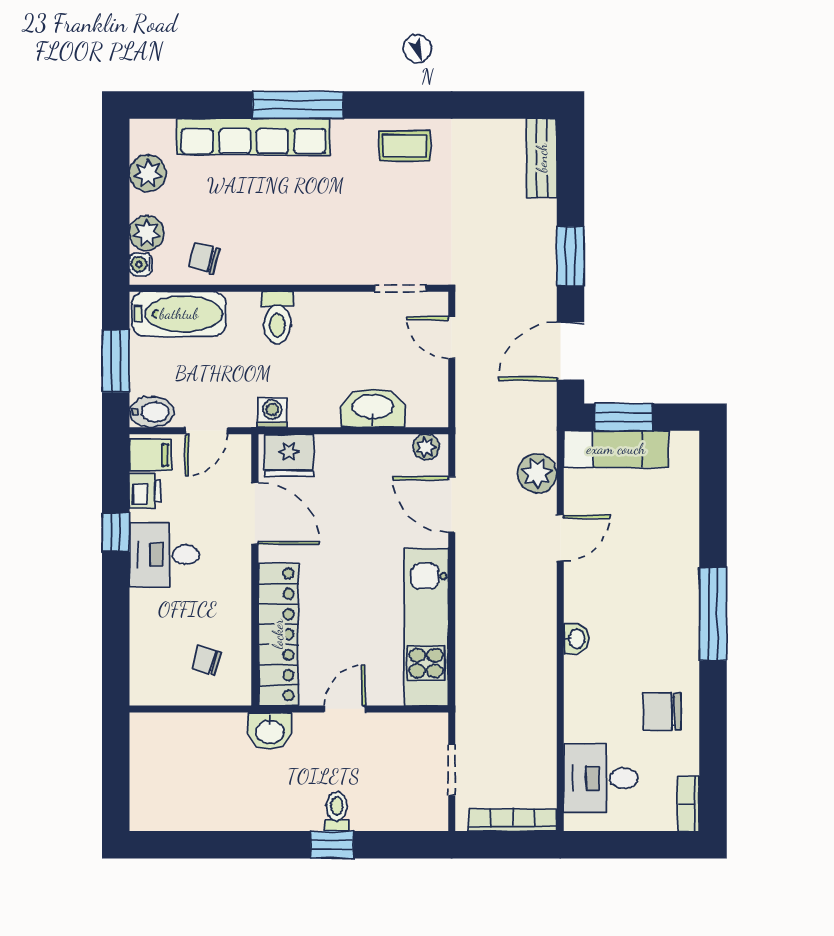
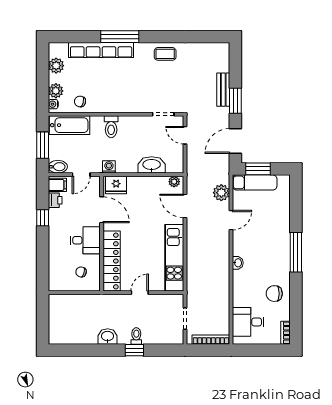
bench: (542, 158) -> (223, 90), moved
desk: (164, 555) -> (85, 240), moved, turned 180
washbasin: (270, 731) -> (108, 337), moved, turned 180

